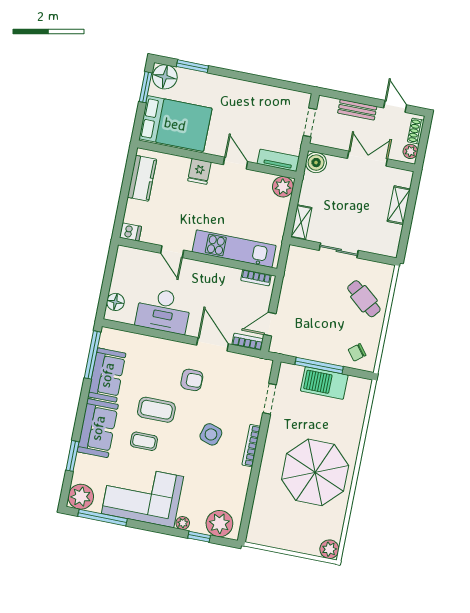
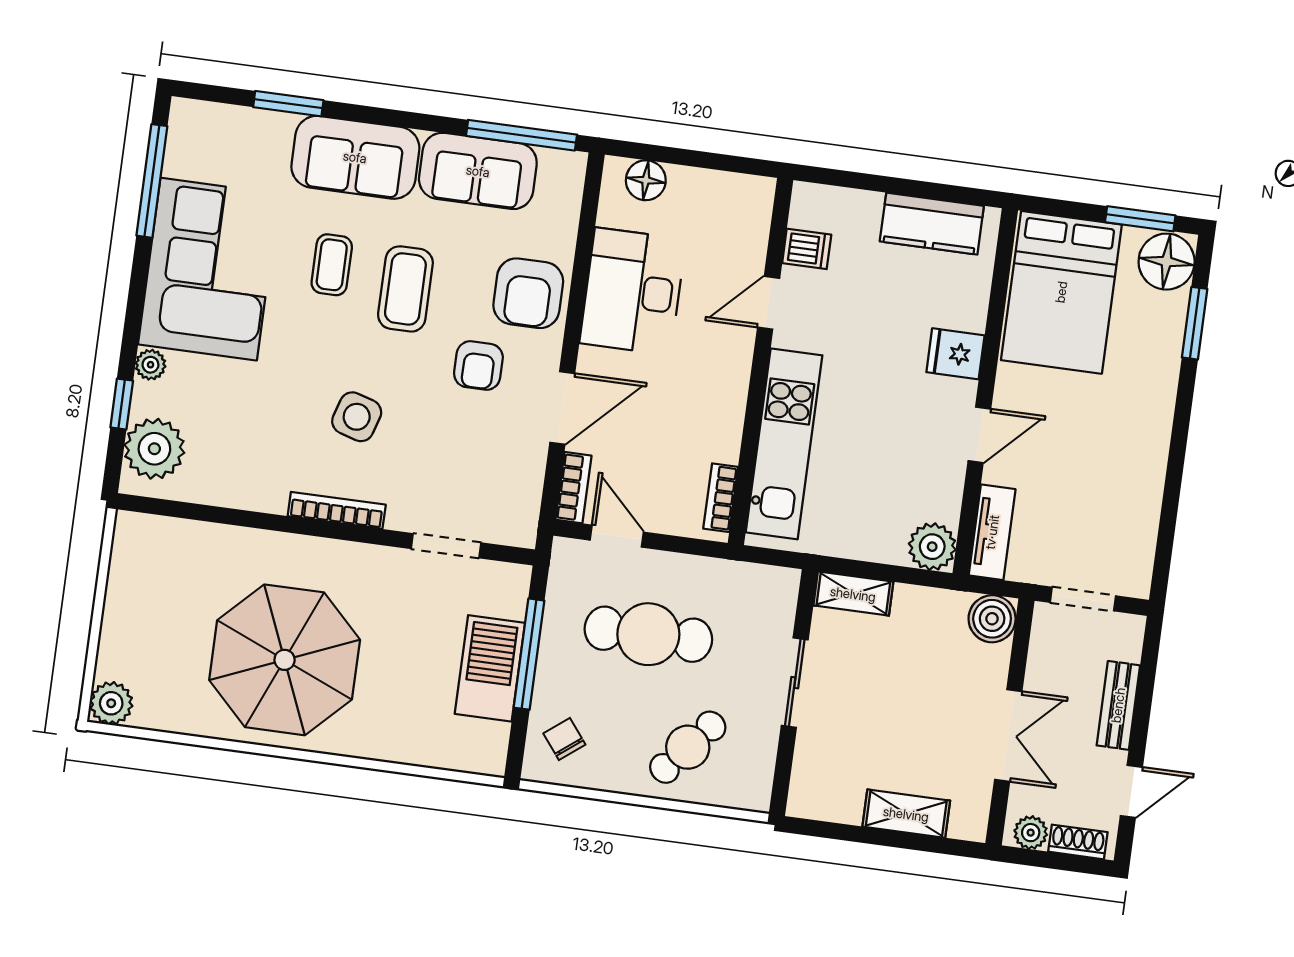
dishwasher: (130, 232) -> (807, 249), moved, turned -90
cafe table: (314, 313) -> (648, 634), added
armchair: (162, 356) -> (528, 293), added
plant: (81, 497) -> (196, 128), removed

